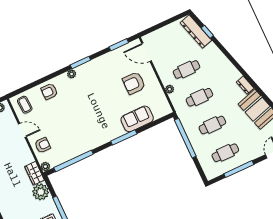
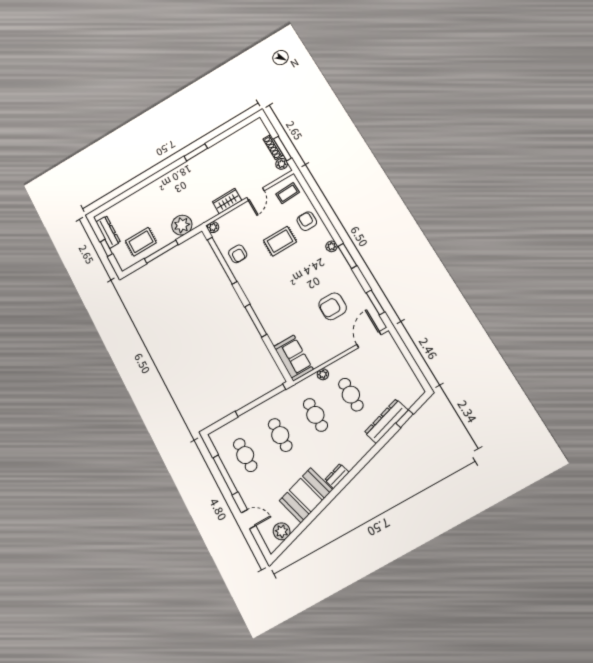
dresser: (196, 32) -> (386, 421), moved
armchair: (134, 83) -> (333, 306), moved, turned -90
rug: (63, 114) -> (280, 241), added
sofa: (137, 119) -> (293, 358), moved
armchair: (43, 145) -> (238, 254), moved
wardrobe: (34, 173) -> (227, 201), moved

